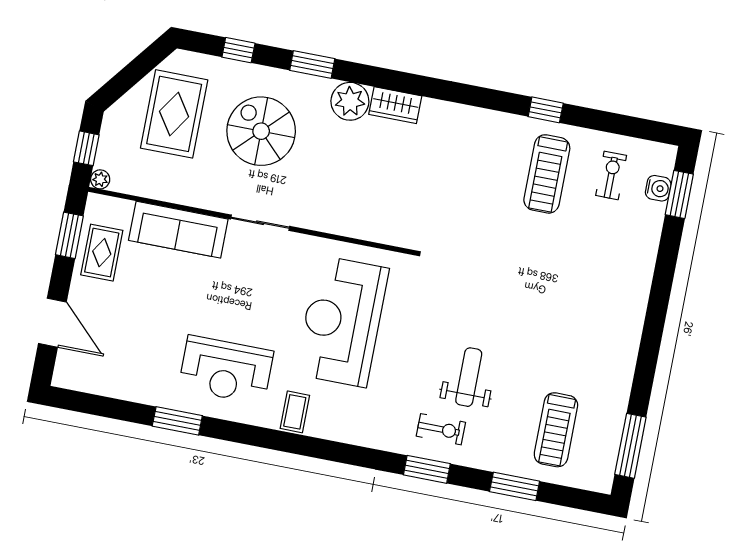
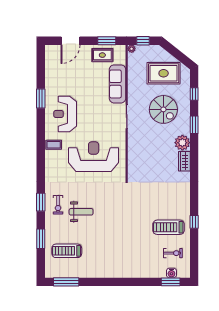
spiral stairs: (261, 131) -> (163, 109), turned 90

